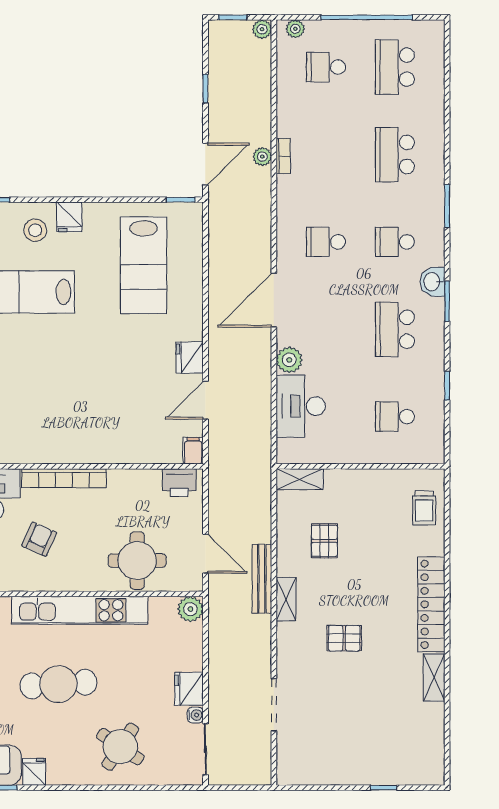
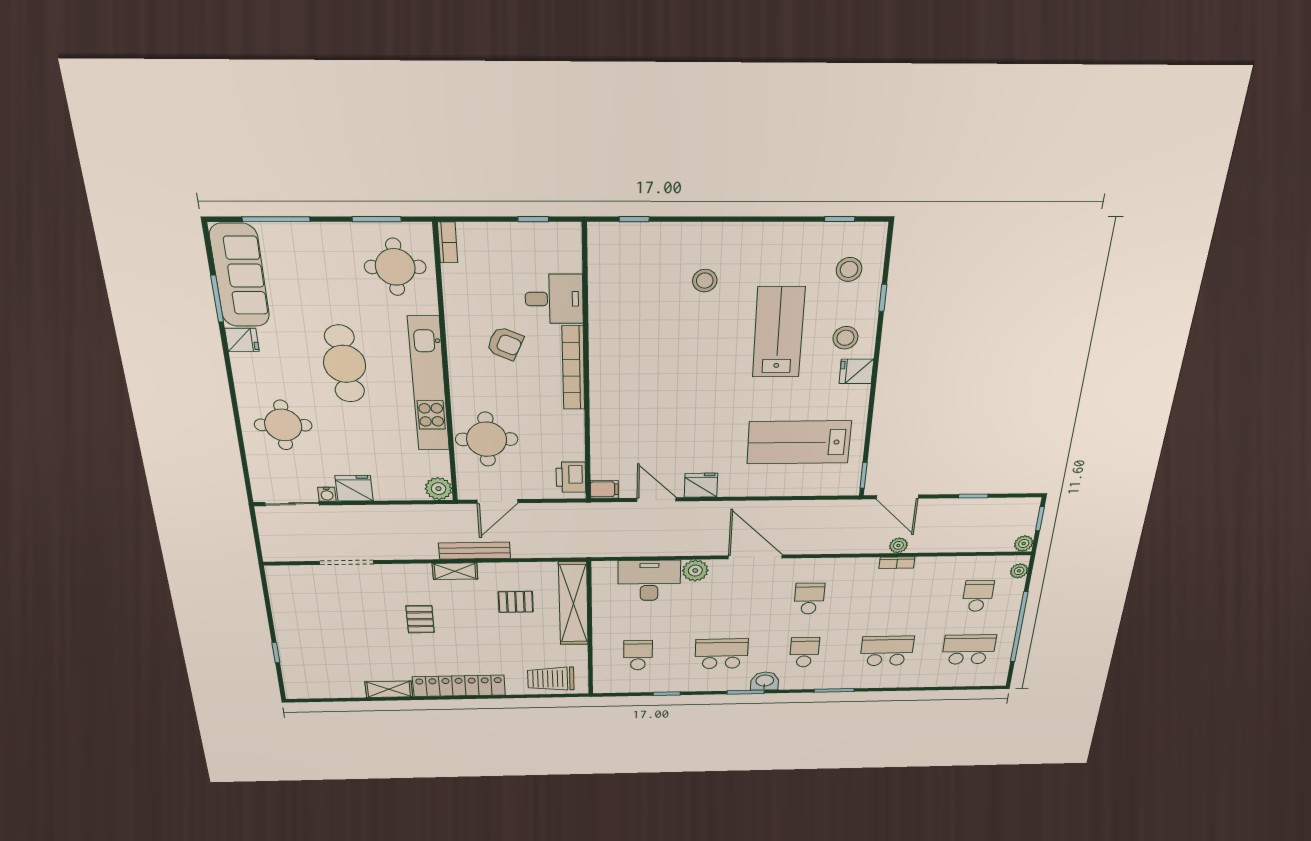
shelving: (300, 479) -> (573, 604), width x2.20, depth x1.33
trolley: (424, 508) -> (551, 679), width x1.36, depth x1.39
round table: (120, 747) -> (283, 425), turned -33

